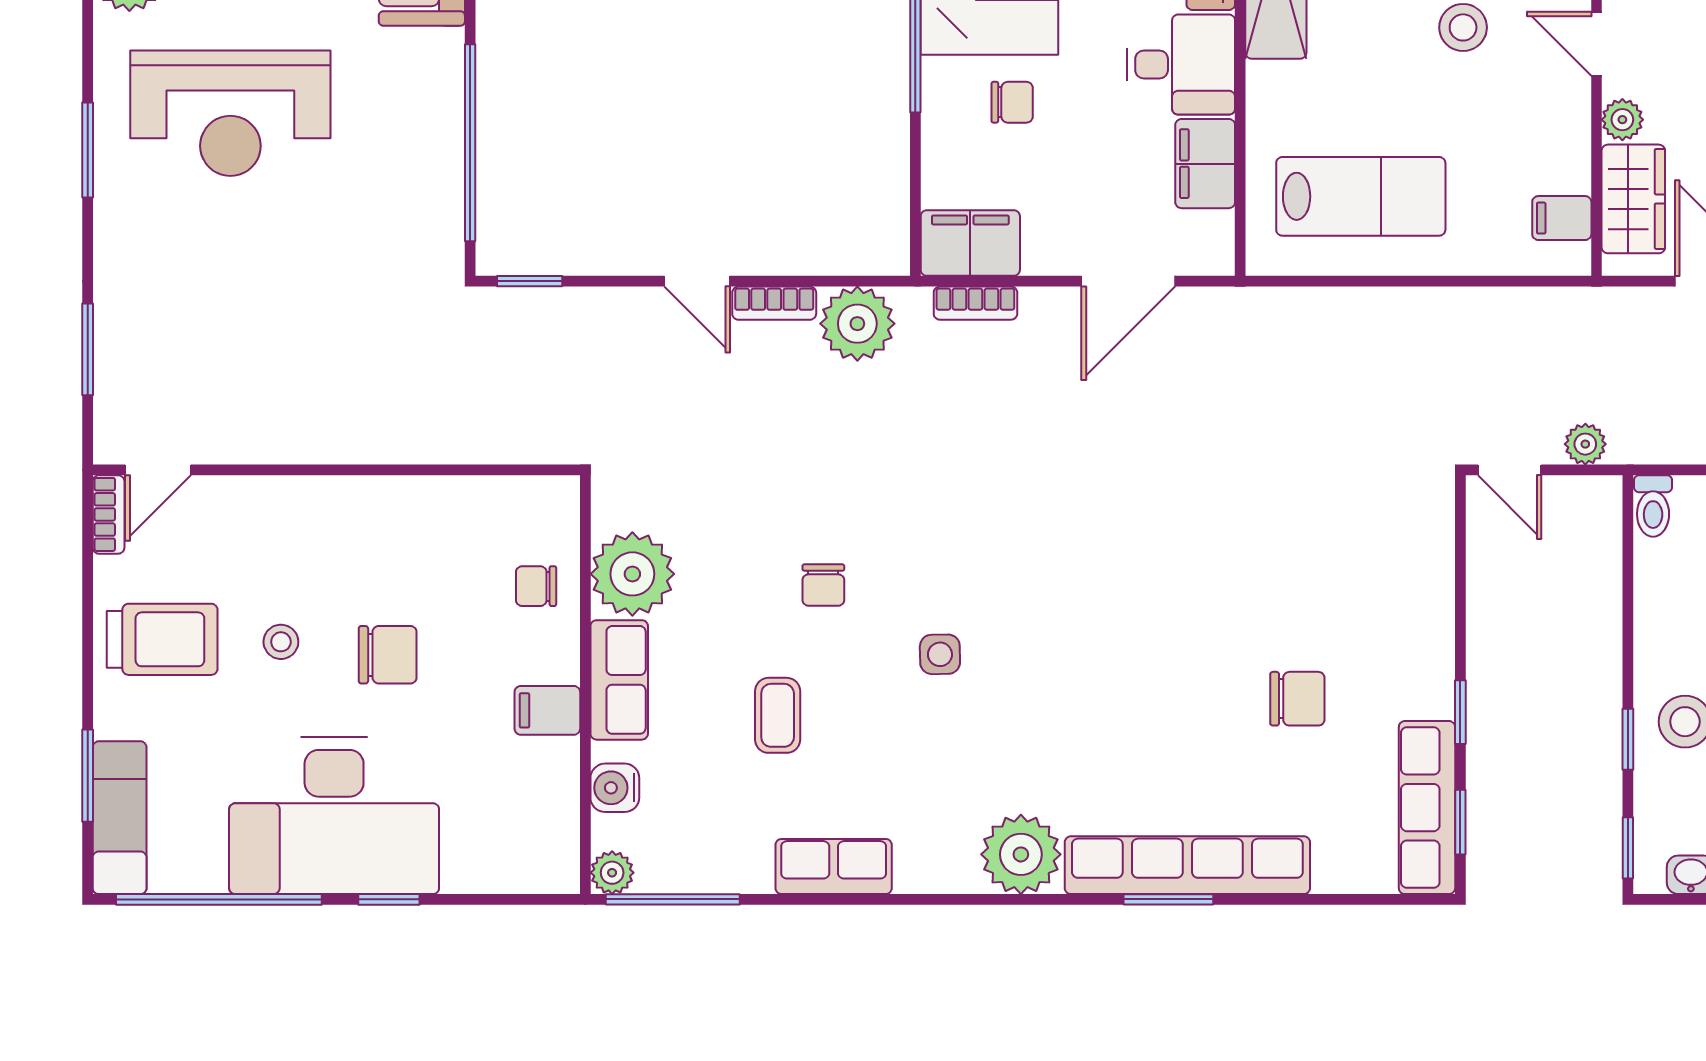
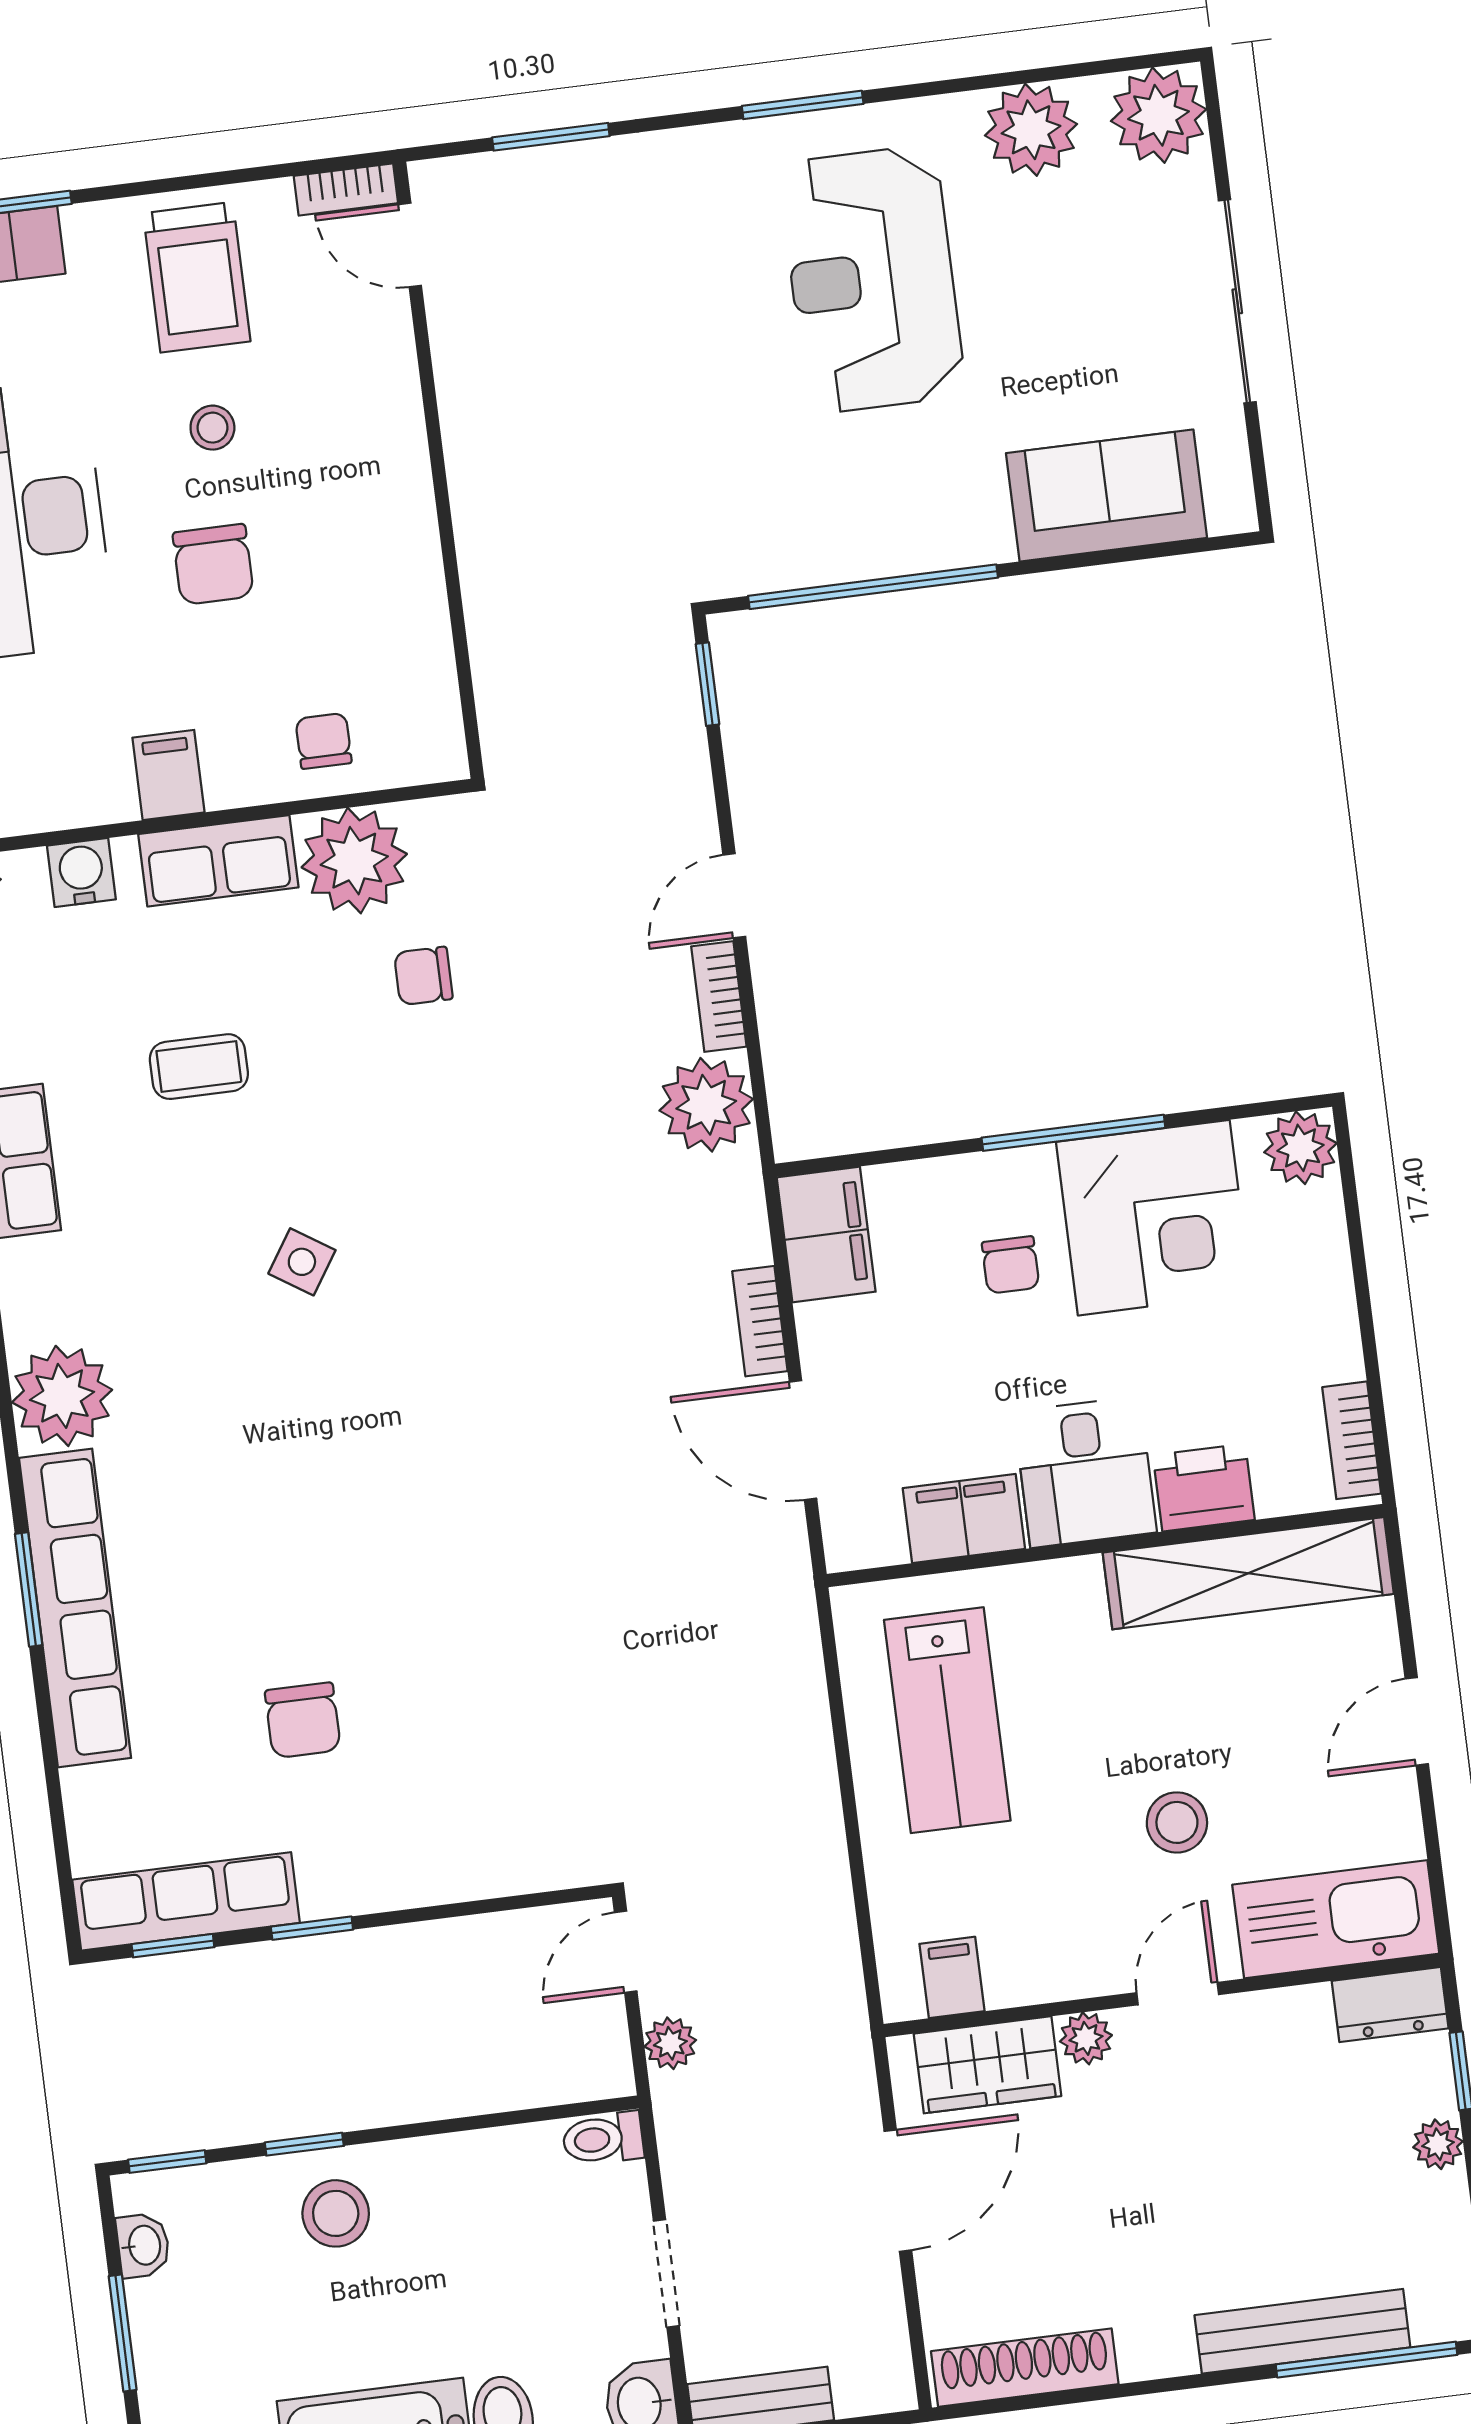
bookcase: (975, 303) -> (760, 1321), moved
chair: (823, 585) -> (423, 976), moved
side table: (940, 654) -> (302, 1262), turned 34

